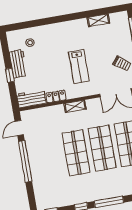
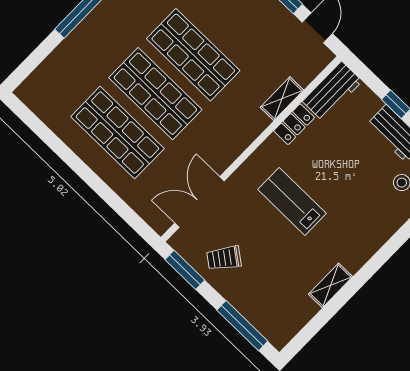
shelving: (98, 20) -> (331, 285), moved
shelving: (75, 106) -> (282, 99), moved

